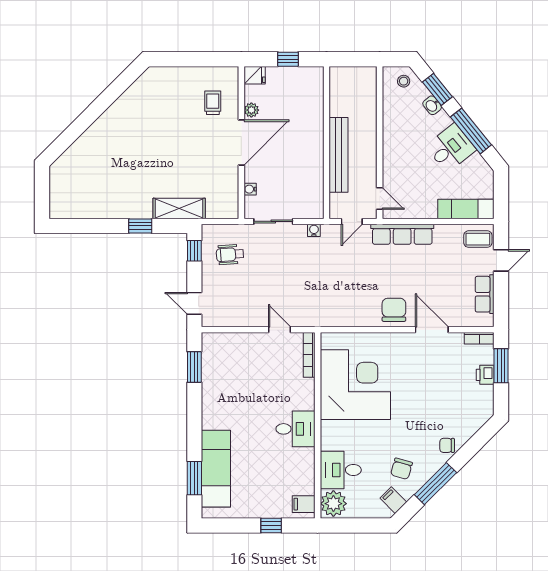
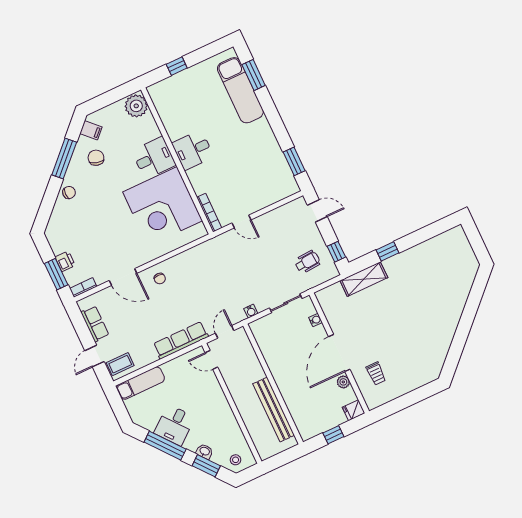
bench: (338, 155) -> (274, 410), moved
chair: (394, 310) -> (160, 279), width x0.54, depth x0.54
desk: (341, 470) -> (154, 158), moved
filing cabinet: (304, 504) -> (159, 95), removed

